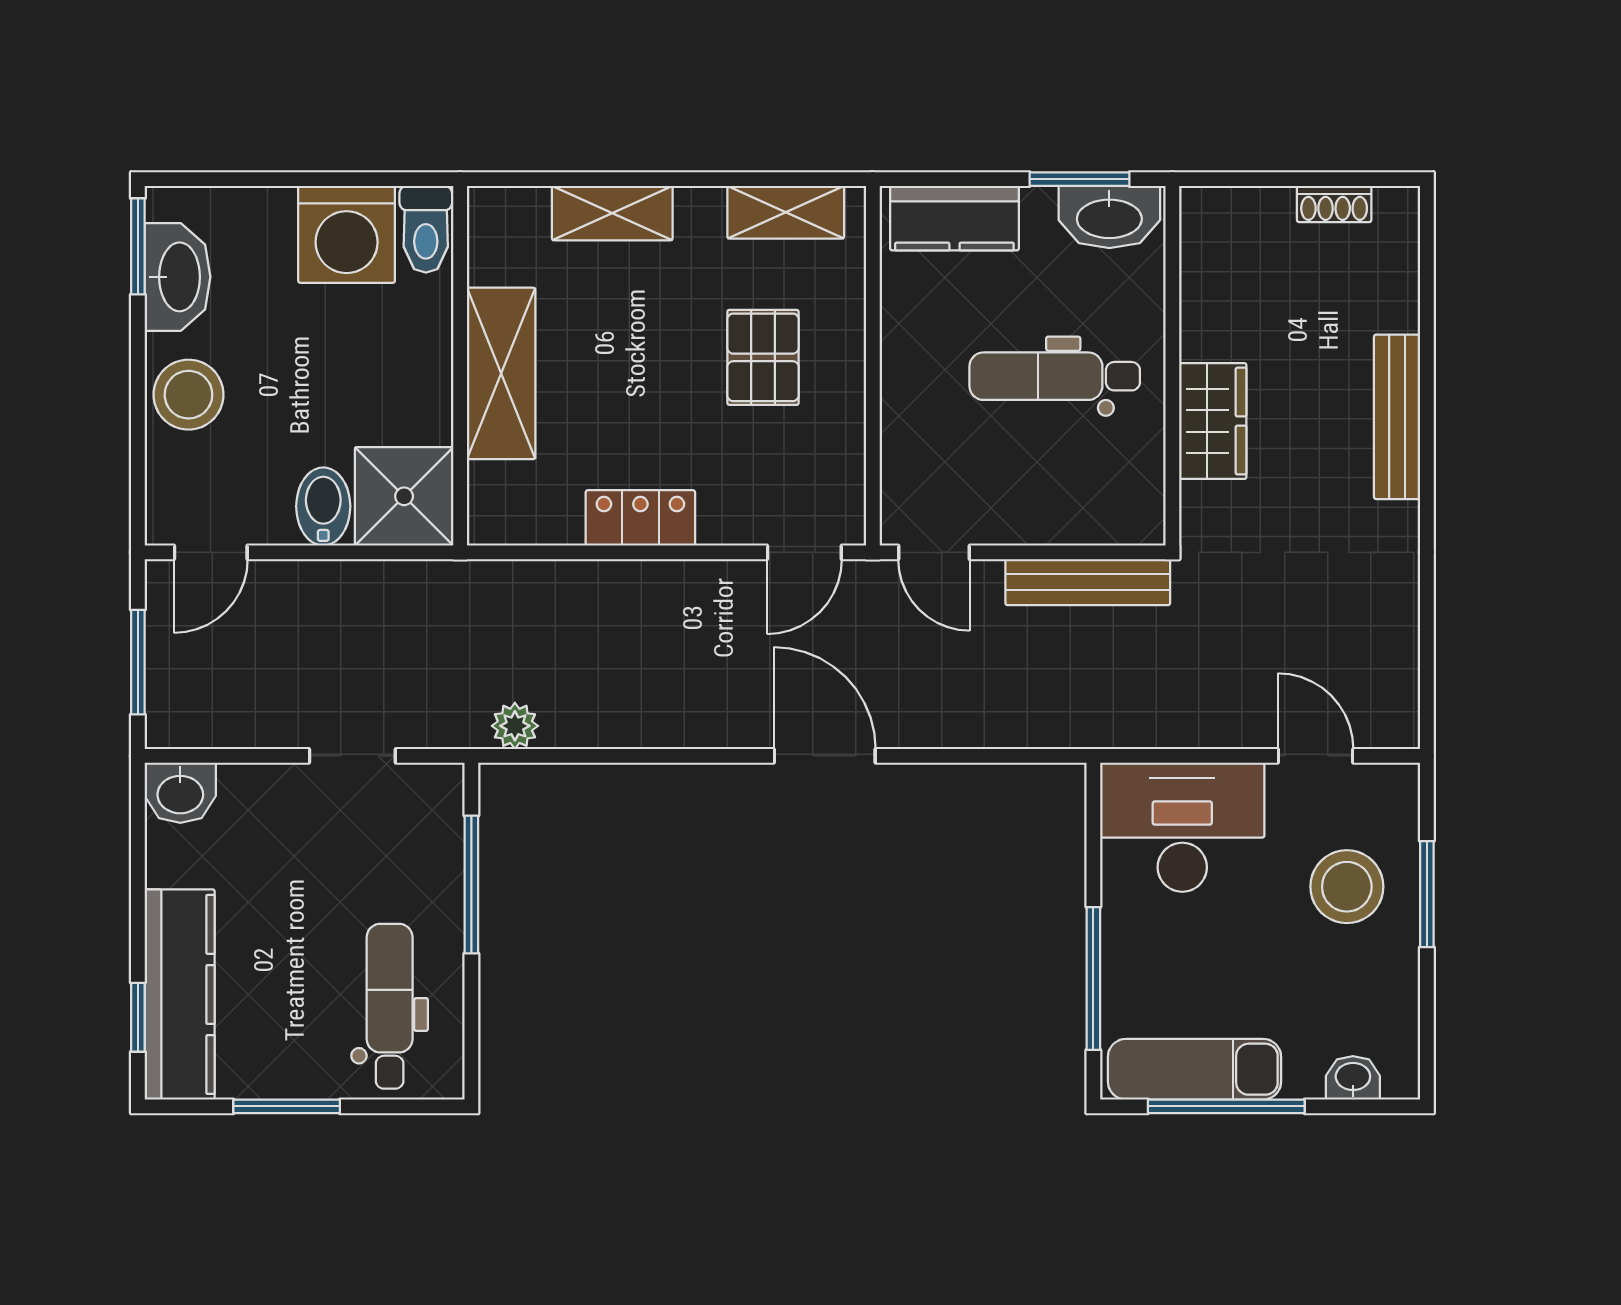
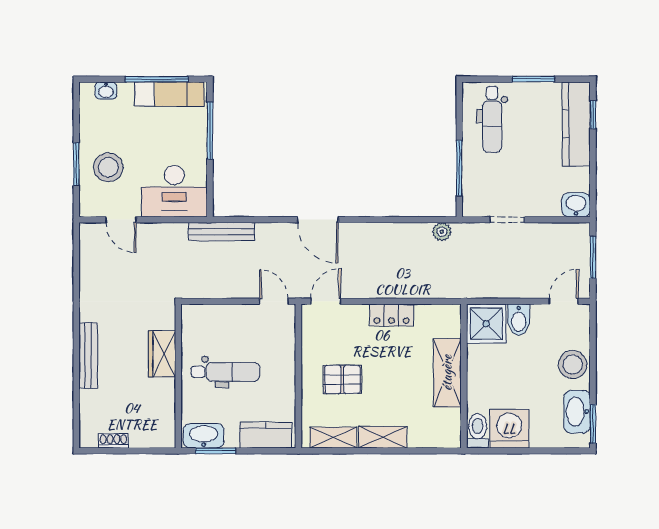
shelving: (612, 213) -> (383, 437), moved
pallet: (763, 357) -> (342, 379), turned 90
bench: (1088, 582) -> (221, 232), moved

